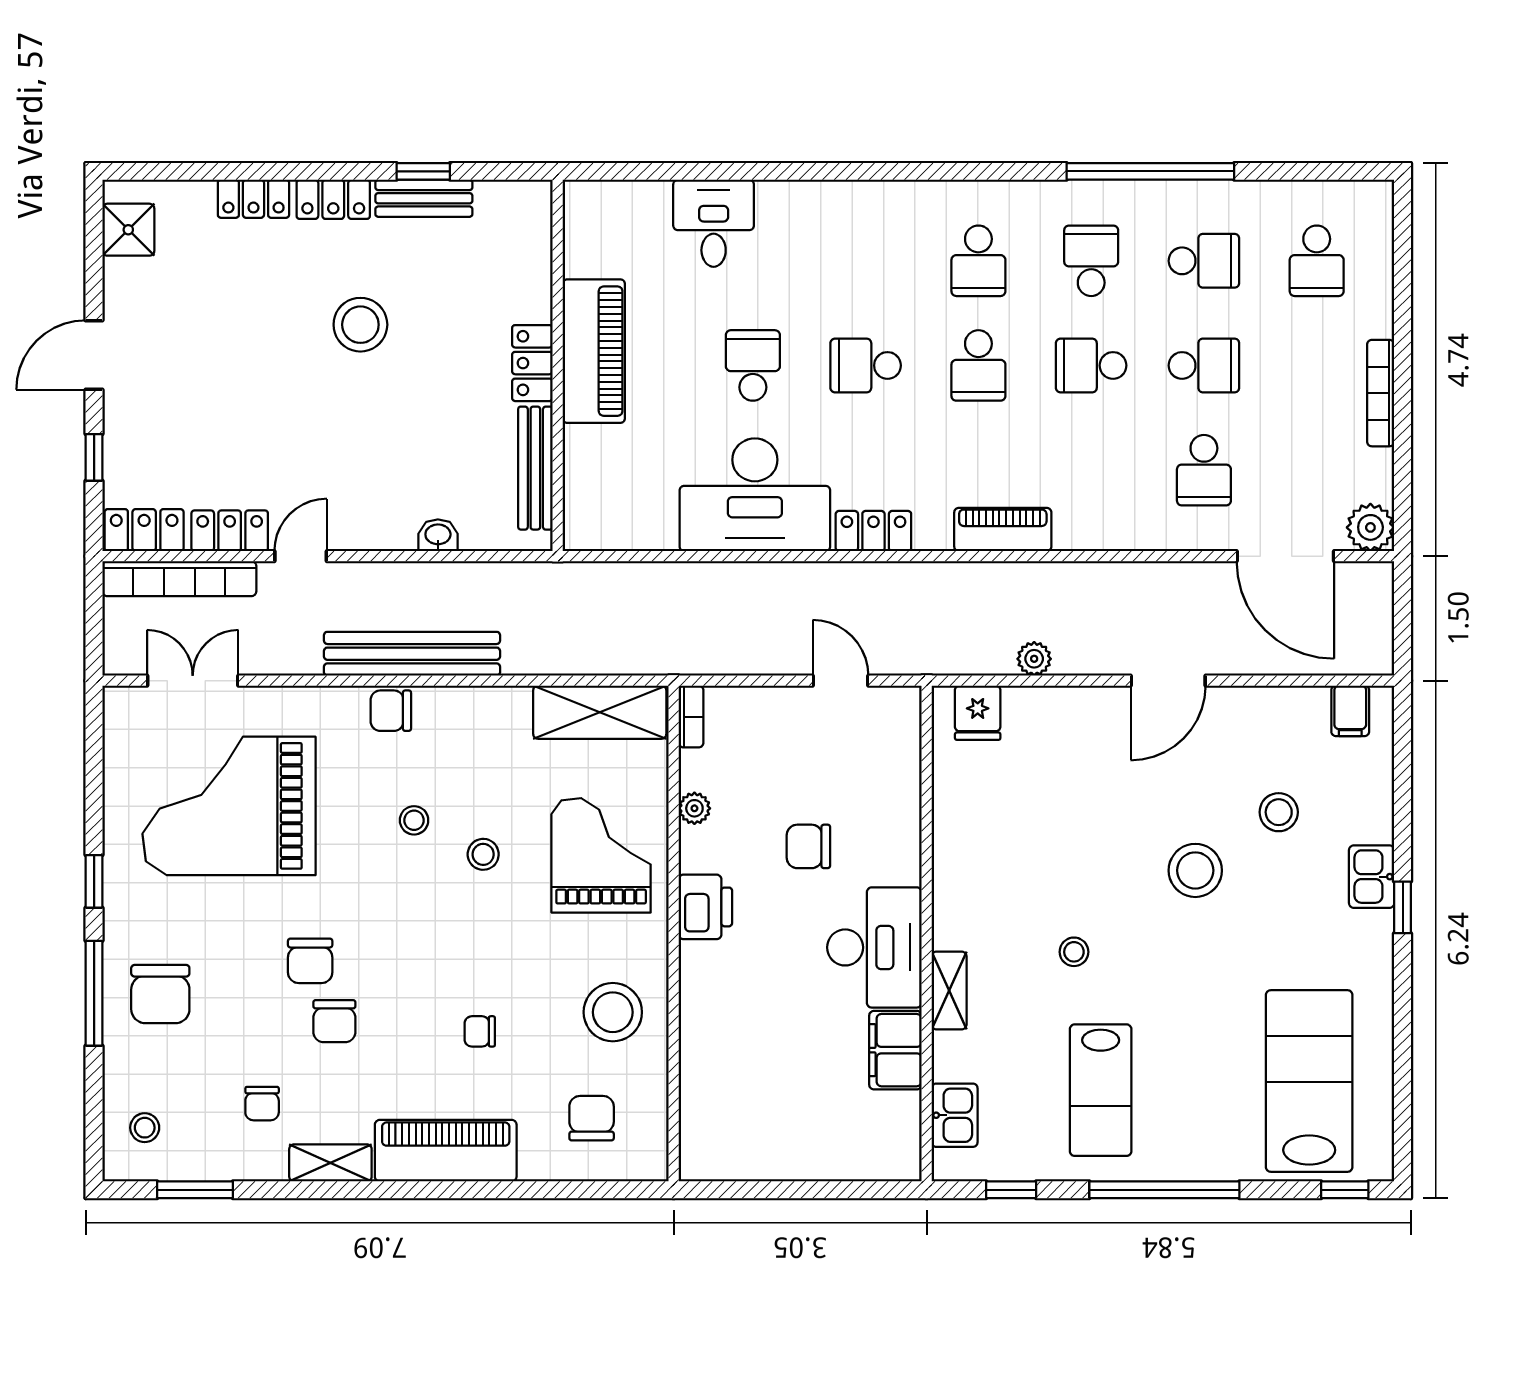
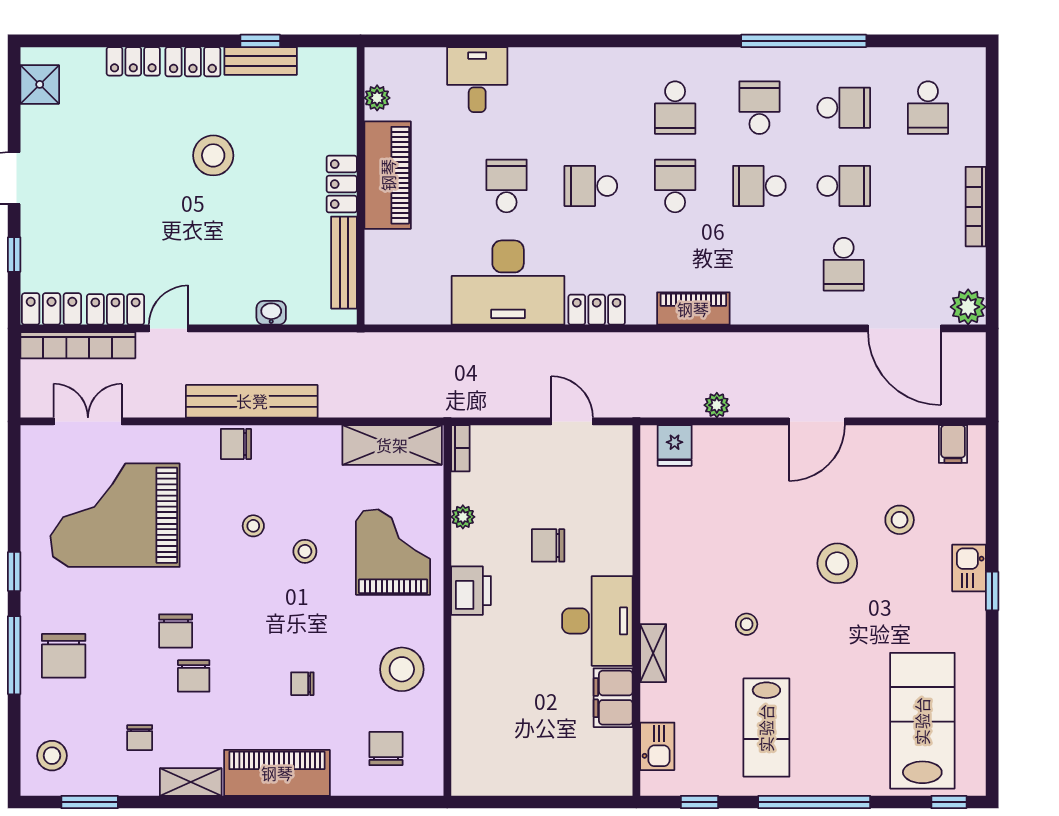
plant: (580, 248) -> (377, 98), added
school desk: (978, 365) -> (675, 186), turned 180
stool: (145, 1128) -> (52, 756), width x1.37, depth x1.37

